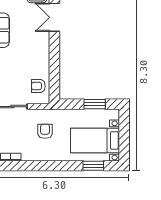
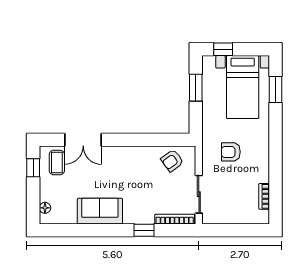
armchair: (38, 86) -> (172, 161), turned 54
window: (124, 125) -> (223, 49), added

